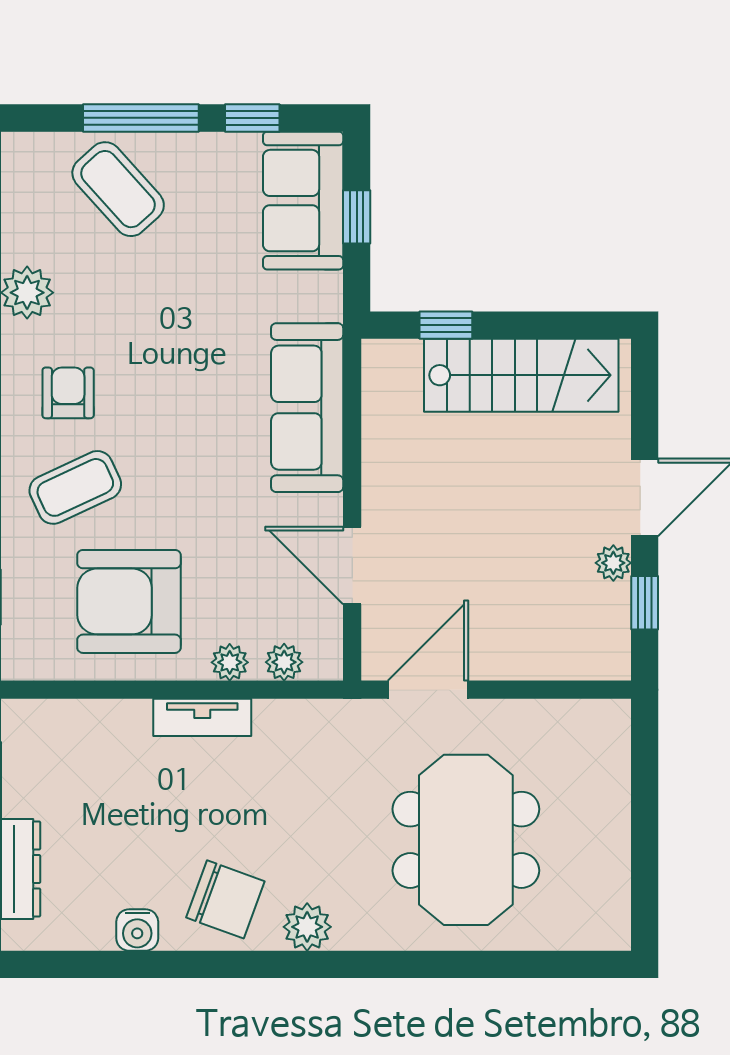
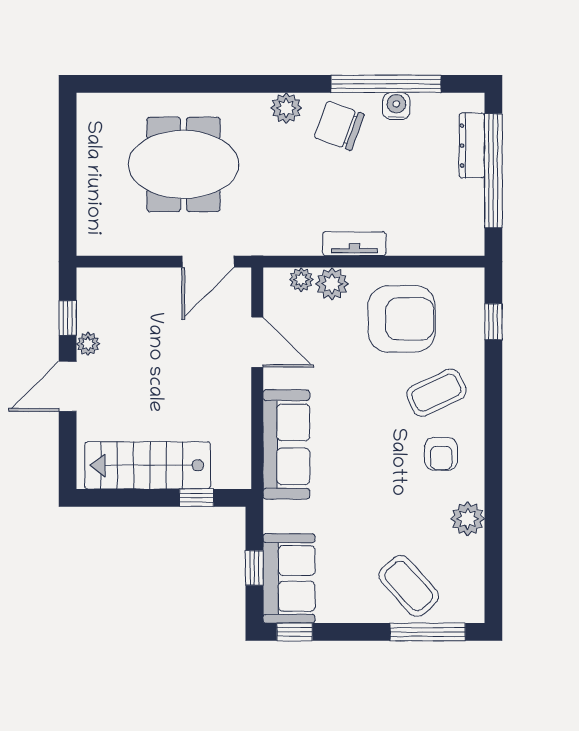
window: (141, 118) -> (428, 632), moved
window: (252, 118) -> (295, 632), moved
plant: (230, 662) -> (332, 284), width x1.38, depth x1.38
meeting table: (466, 840) -> (183, 164), turned 90
window: (153, 964) -> (386, 84), added

